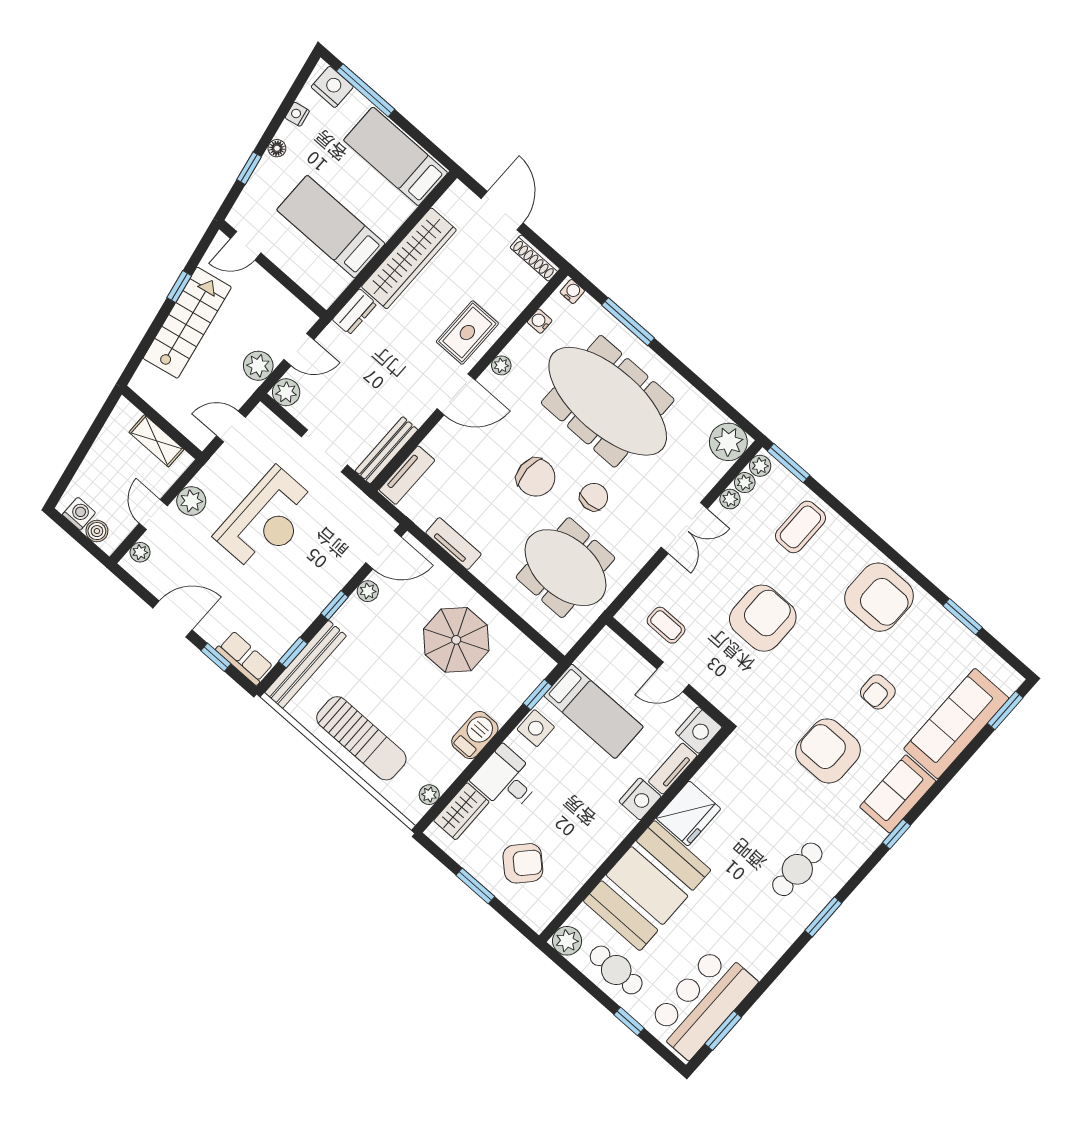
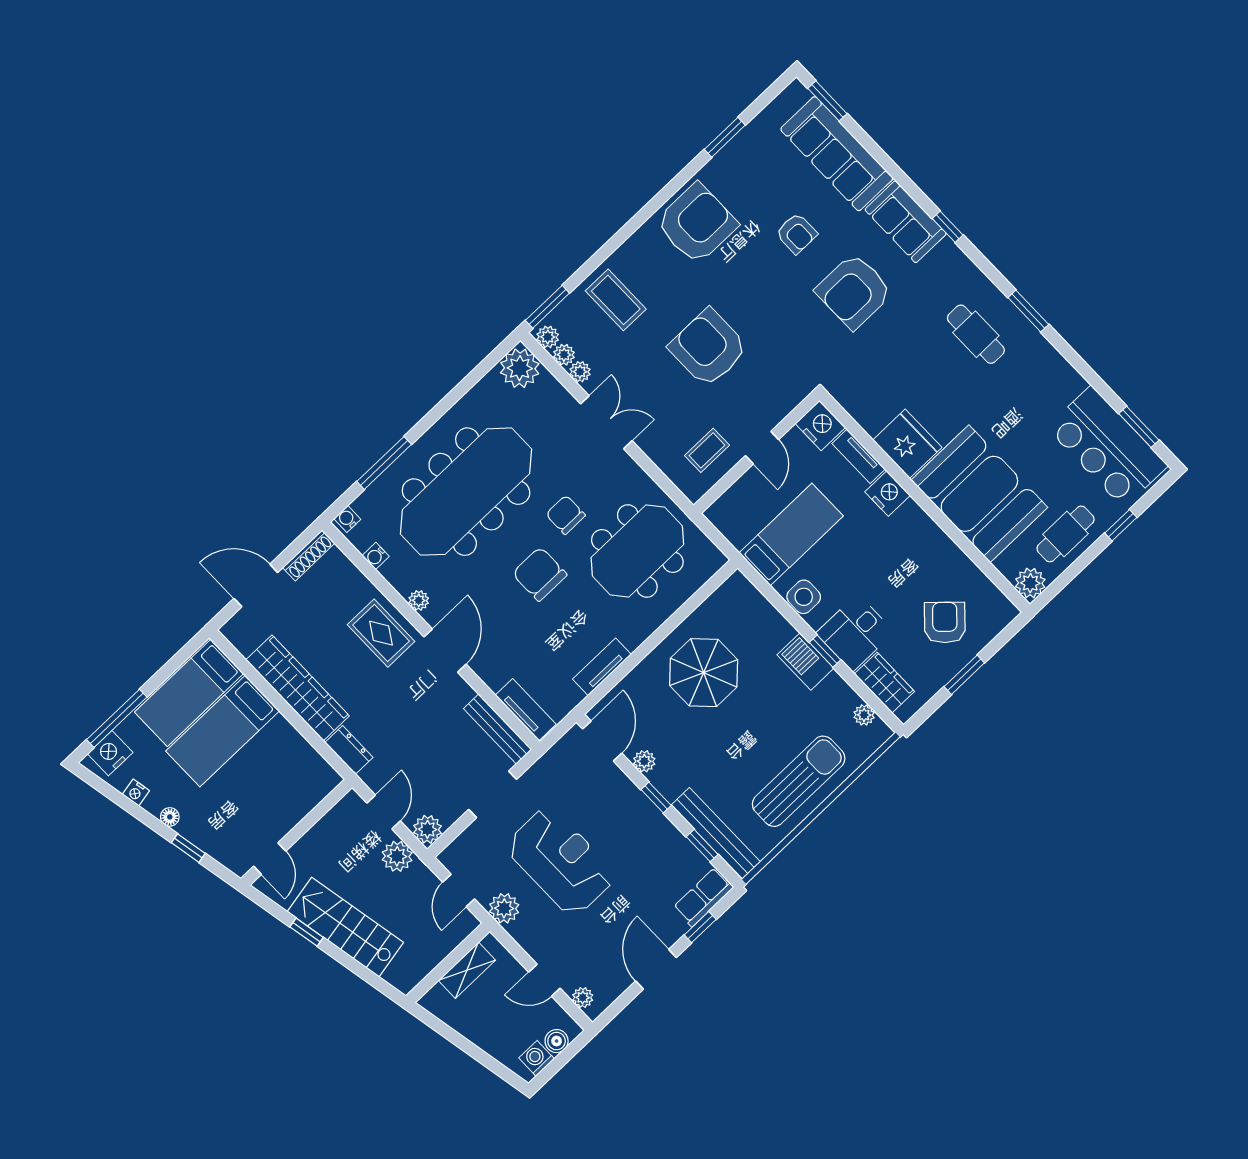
bed: (331, 227) -> (223, 731), moved
chair: (536, 477) -> (540, 574), turned -90
plant: (191, 501) -> (504, 908), moved
window: (538, 695) -> (825, 651), moved

